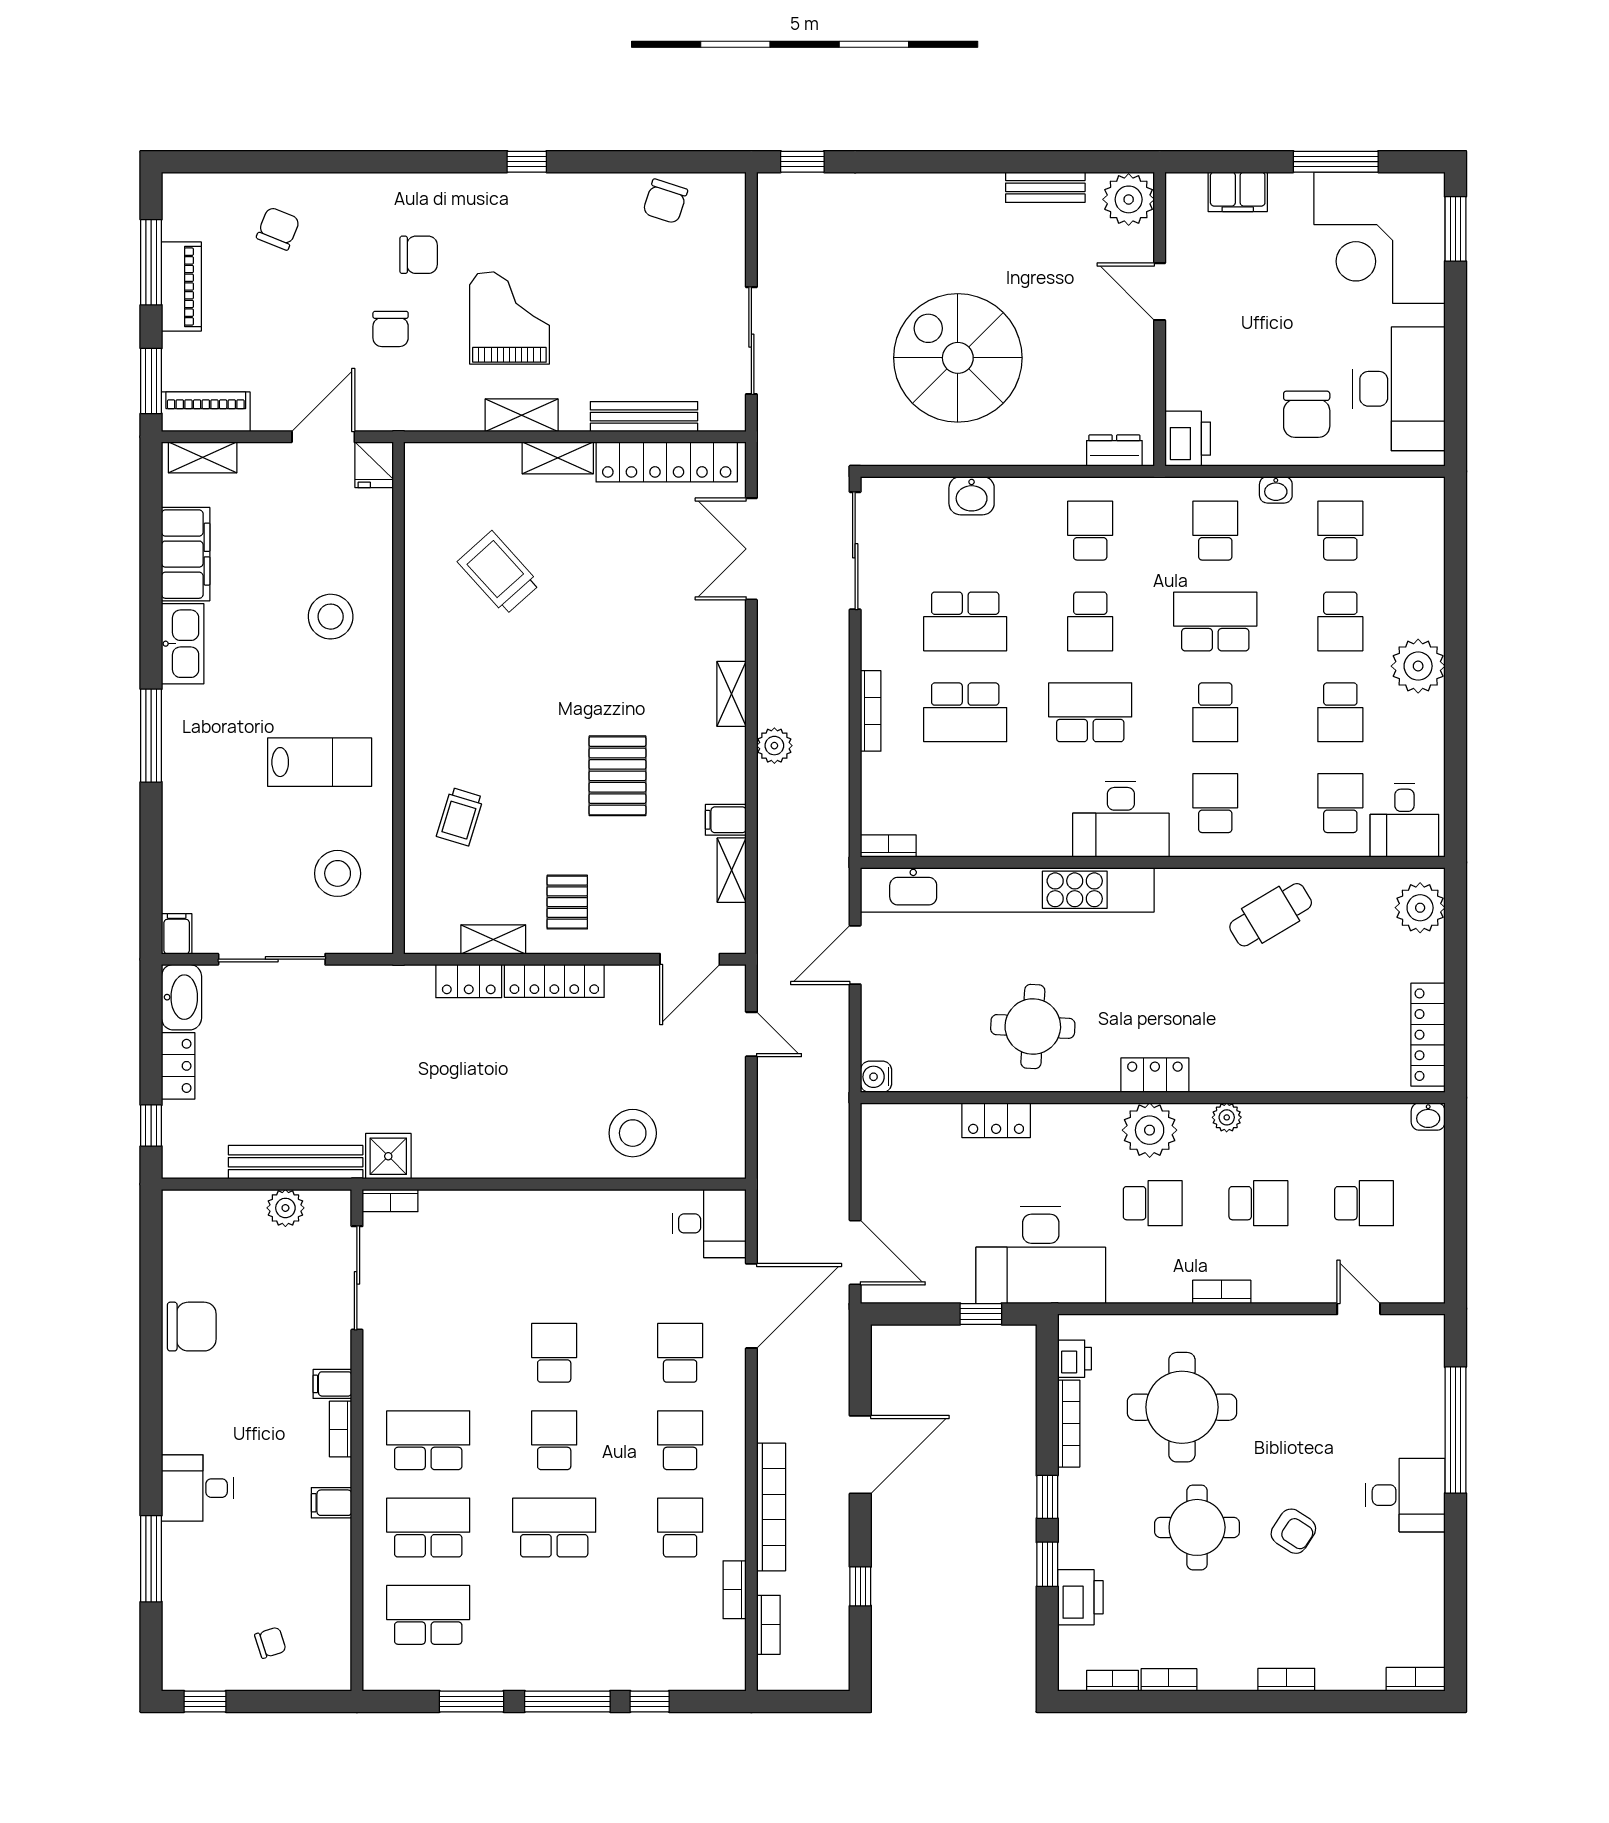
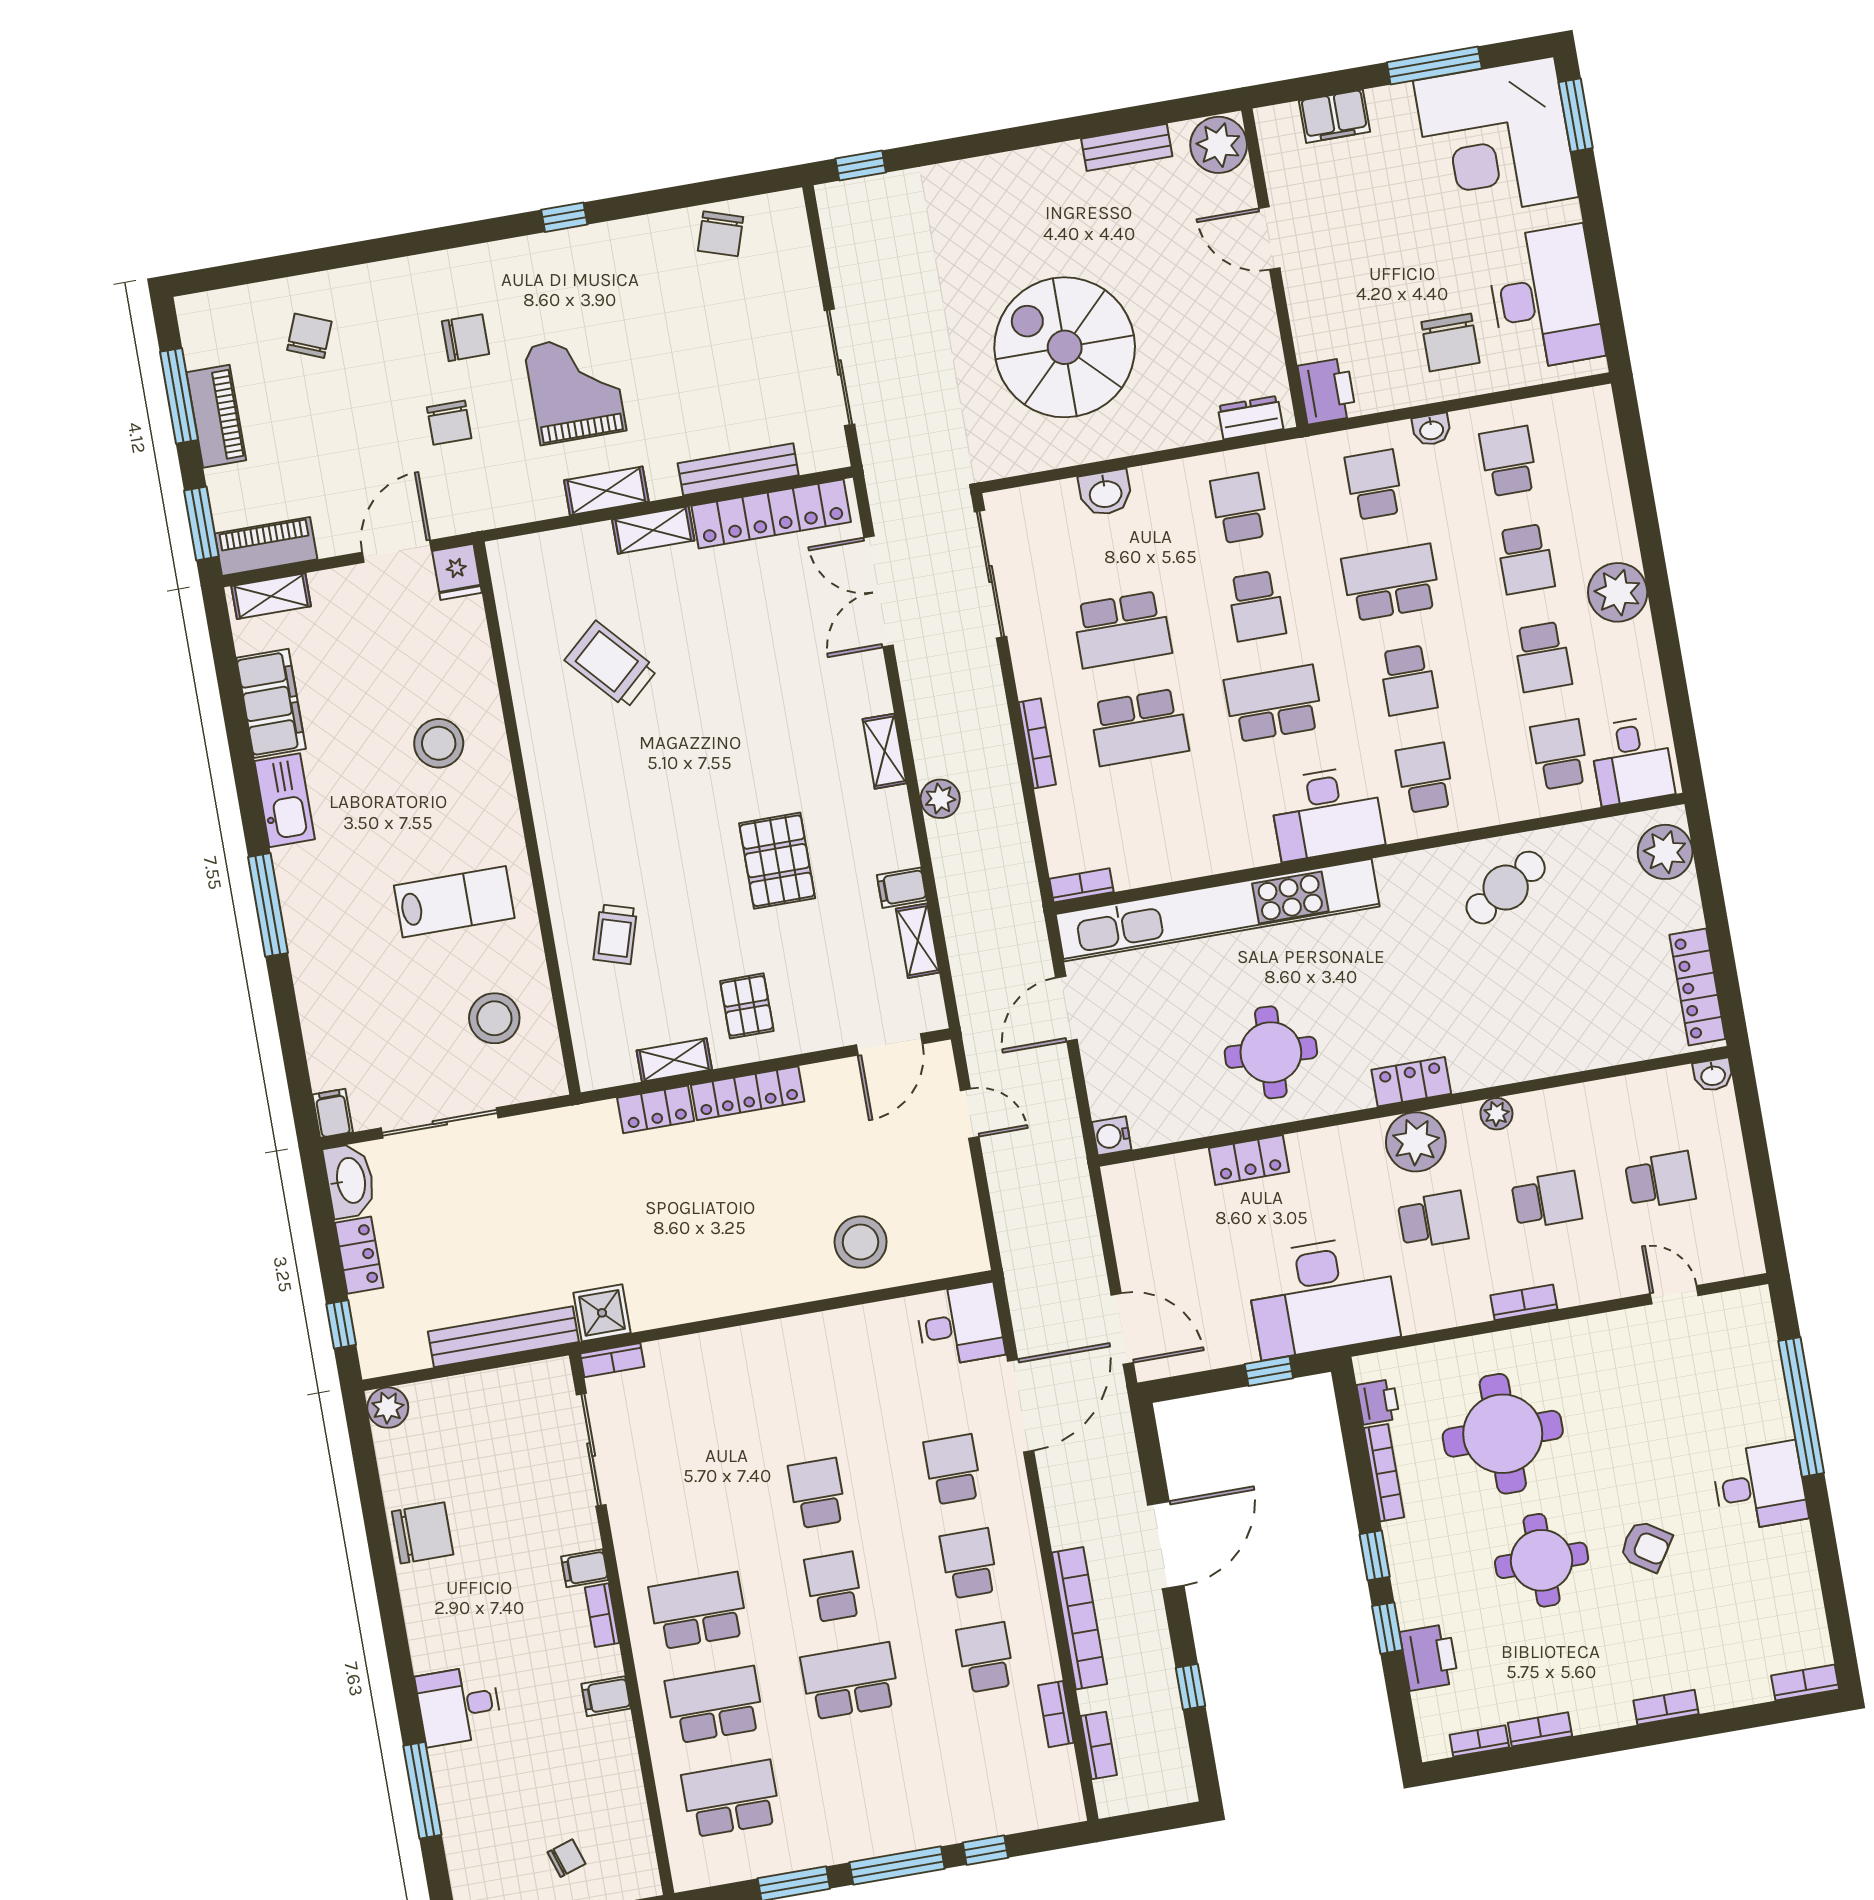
plant: (285, 1208) -> (388, 1408), moved

